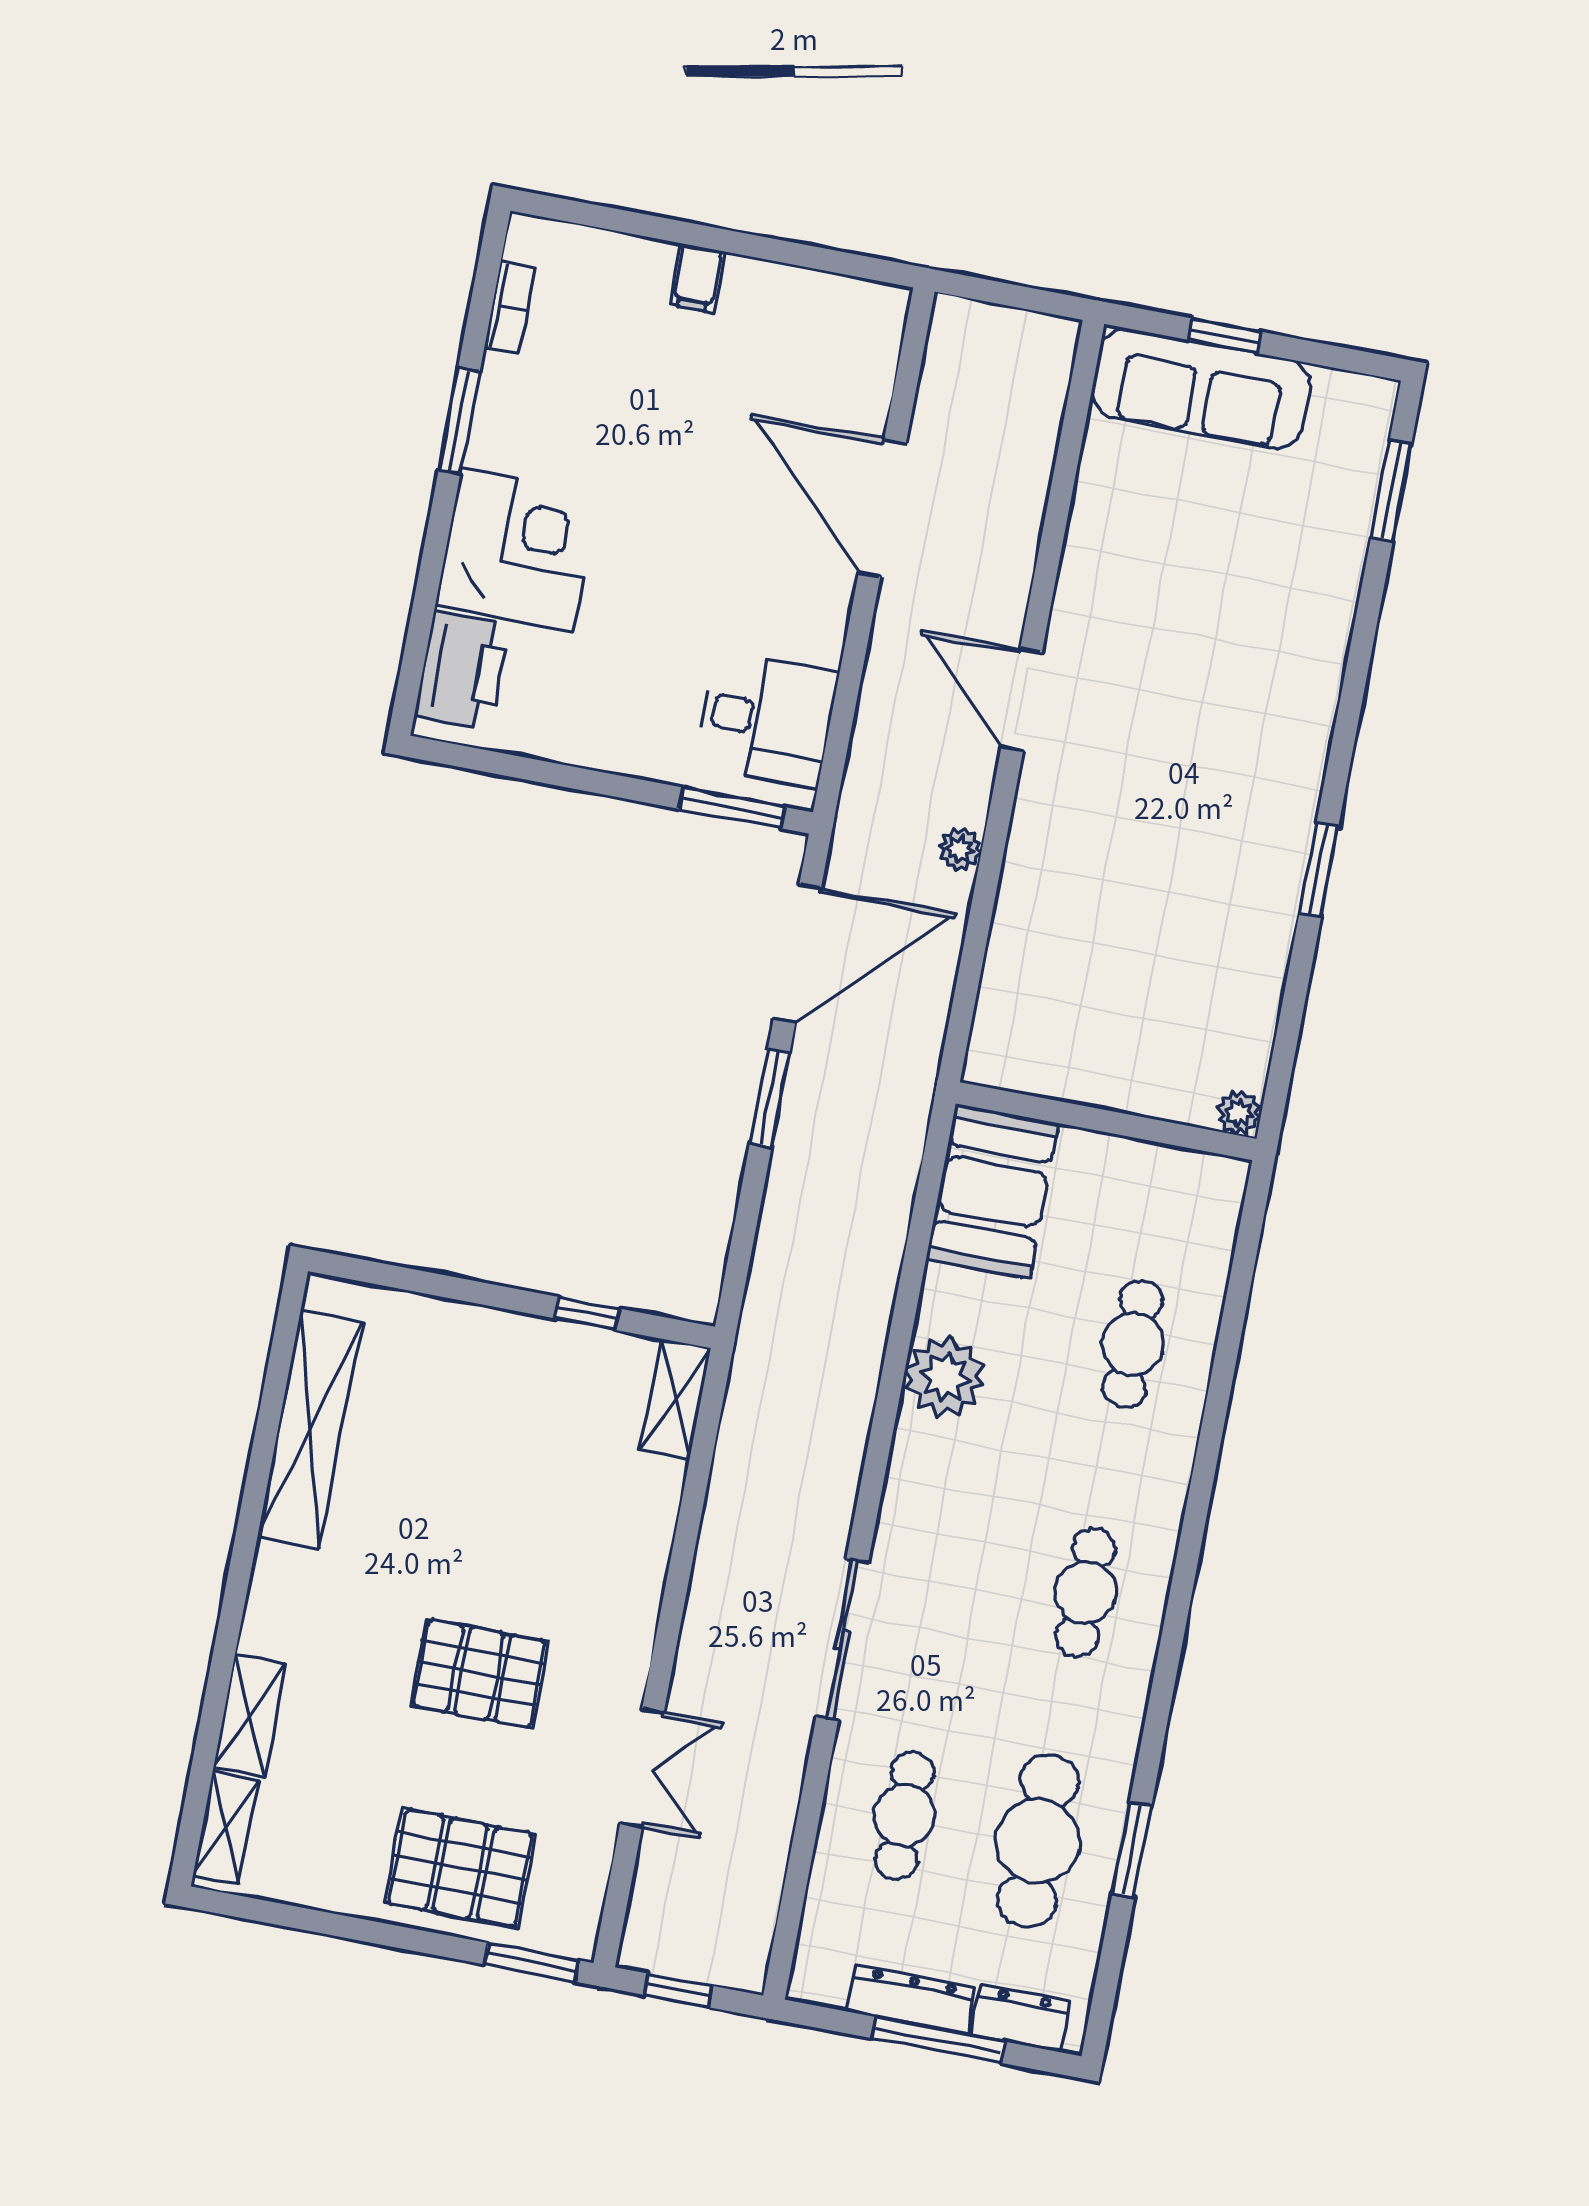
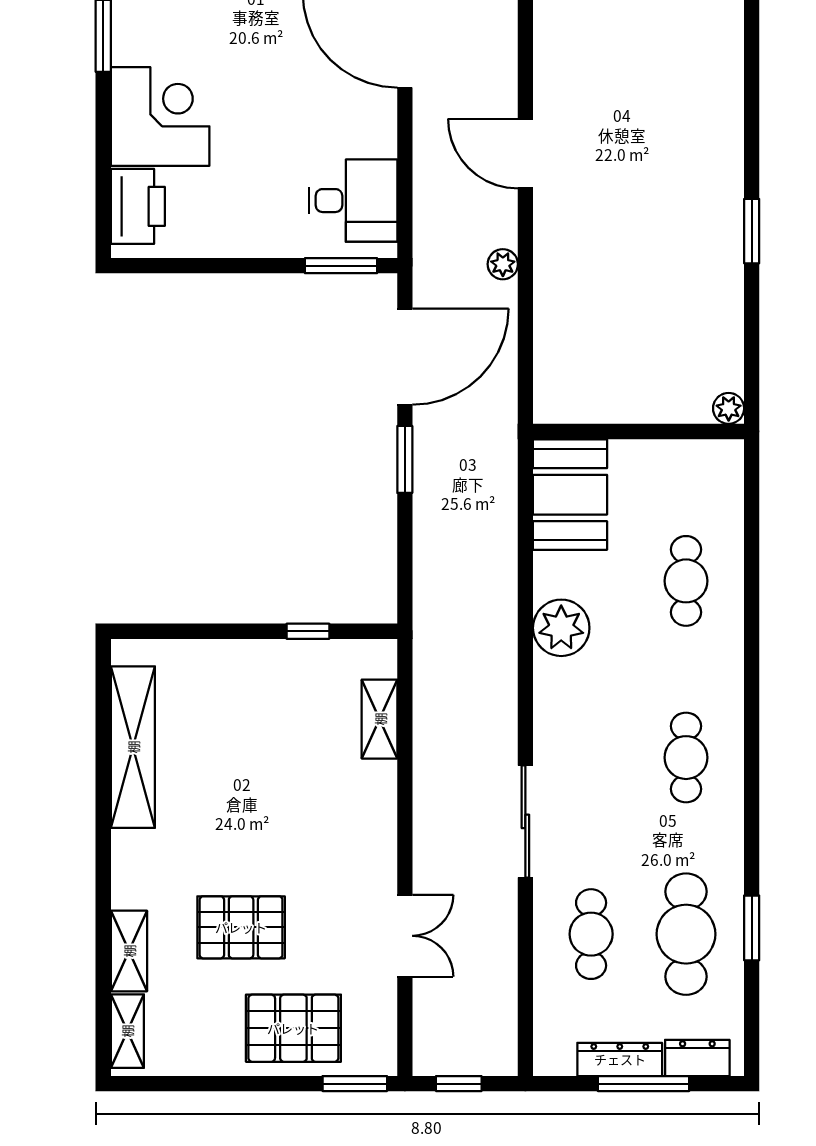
shelving: (675, 1399) -> (380, 719), moved
pallet: (479, 1673) -> (241, 927), moved

